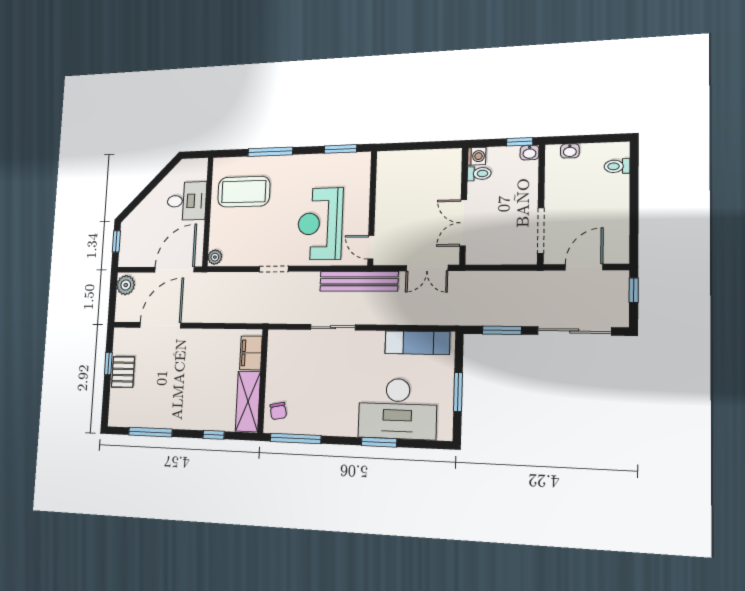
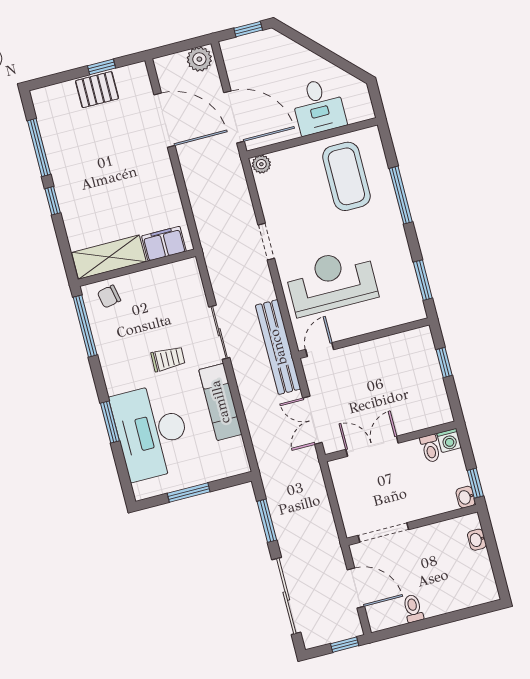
window: (411, 146) -> (444, 362), added
toilet: (617, 166) -> (413, 608), moved
exam couch: (417, 343) -> (220, 402), moved
trolley: (342, 377) -> (168, 359), added
window: (214, 435) -> (53, 201), moved

